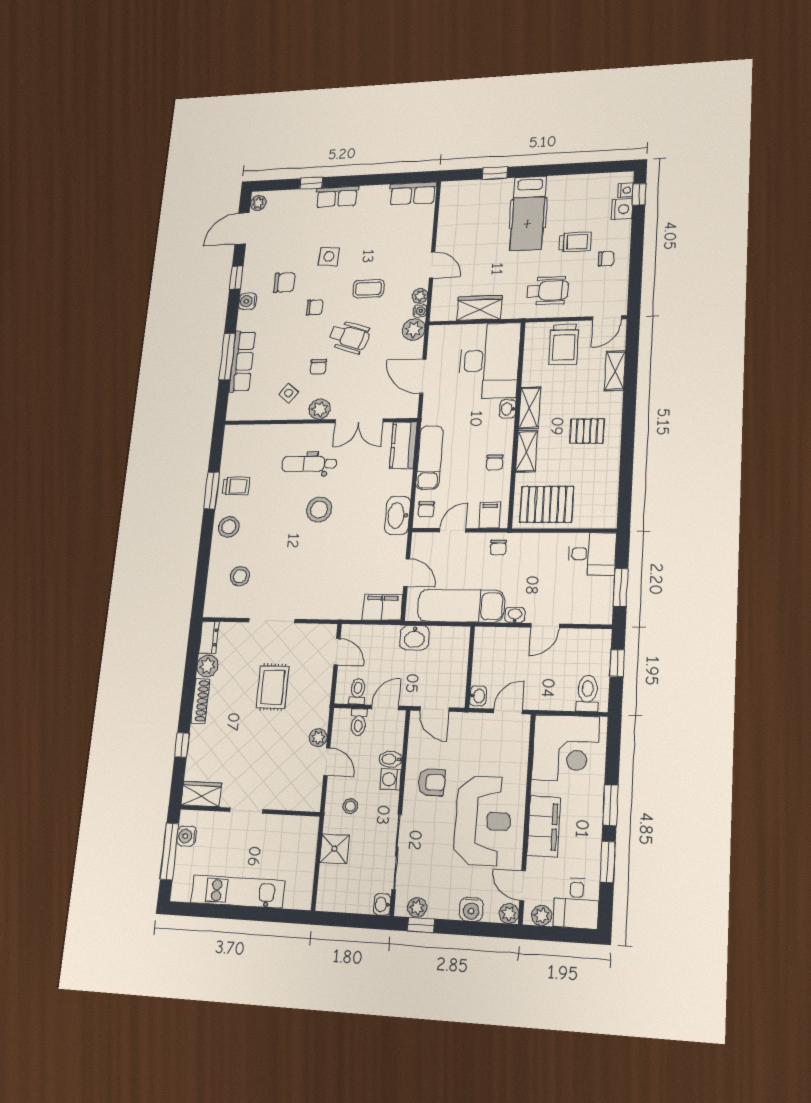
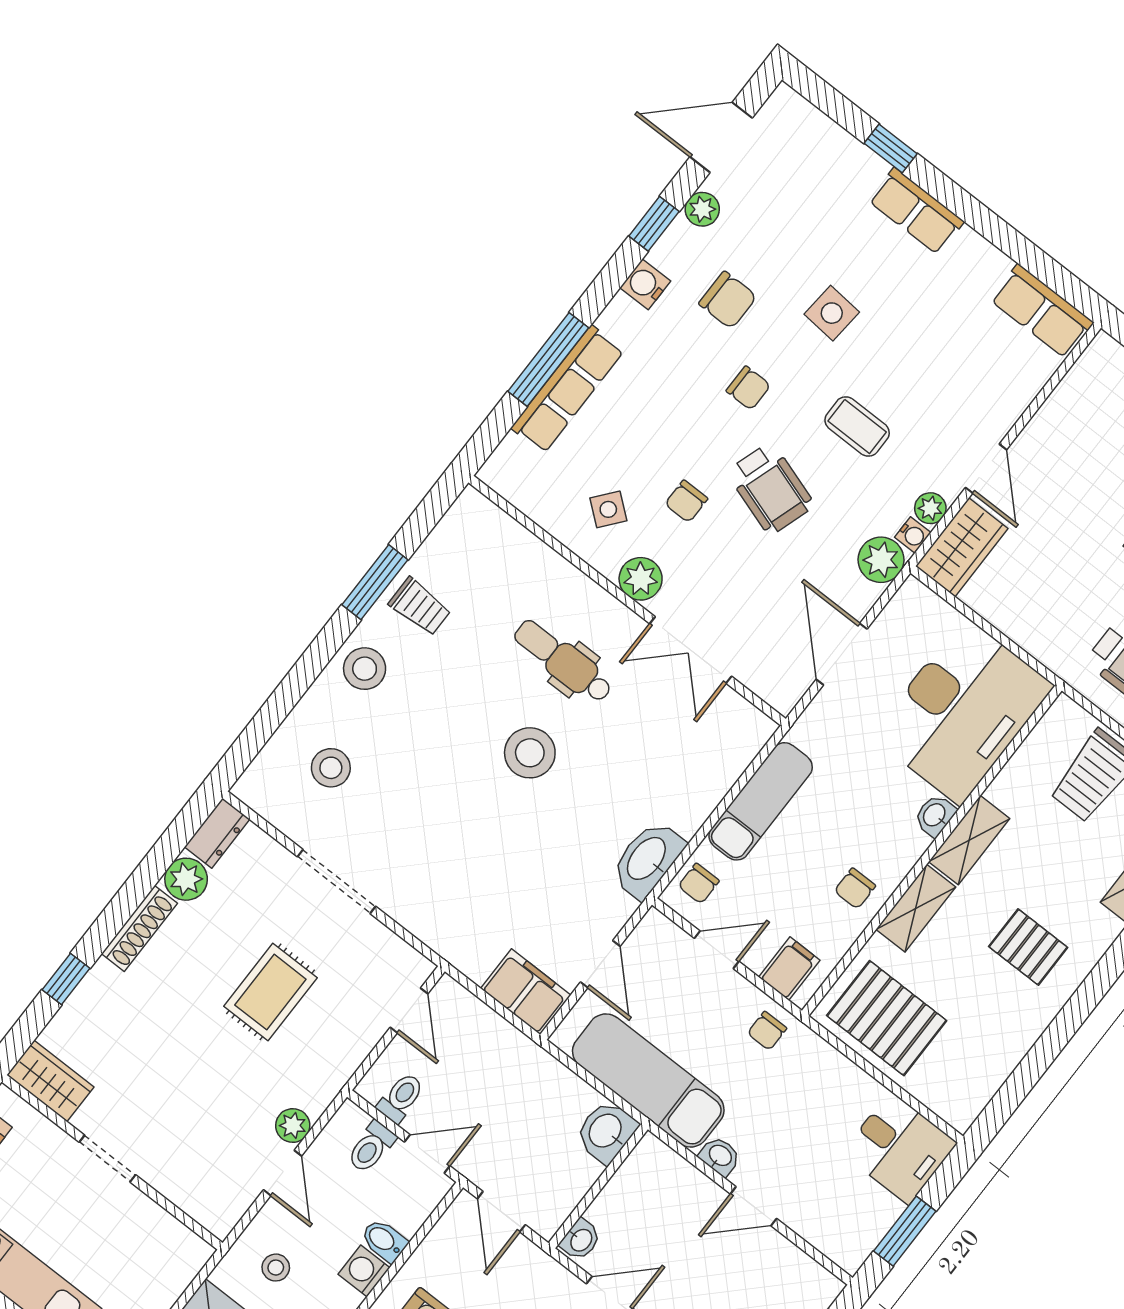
plant: (258, 203) -> (702, 209), moved
wardrobe: (479, 308) -> (962, 547), moved, turned 90
kitchen counter: (403, 445) -> (733, 748), removed
washbasin: (414, 638) -> (606, 1131), moved, turned 90

